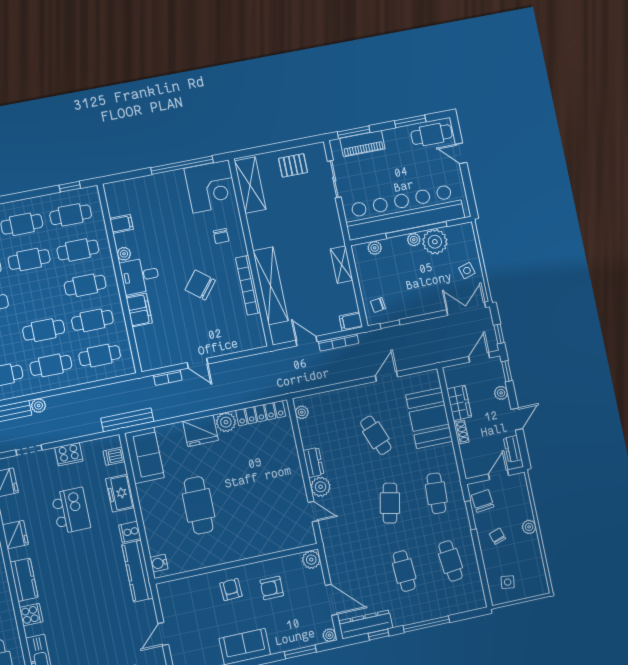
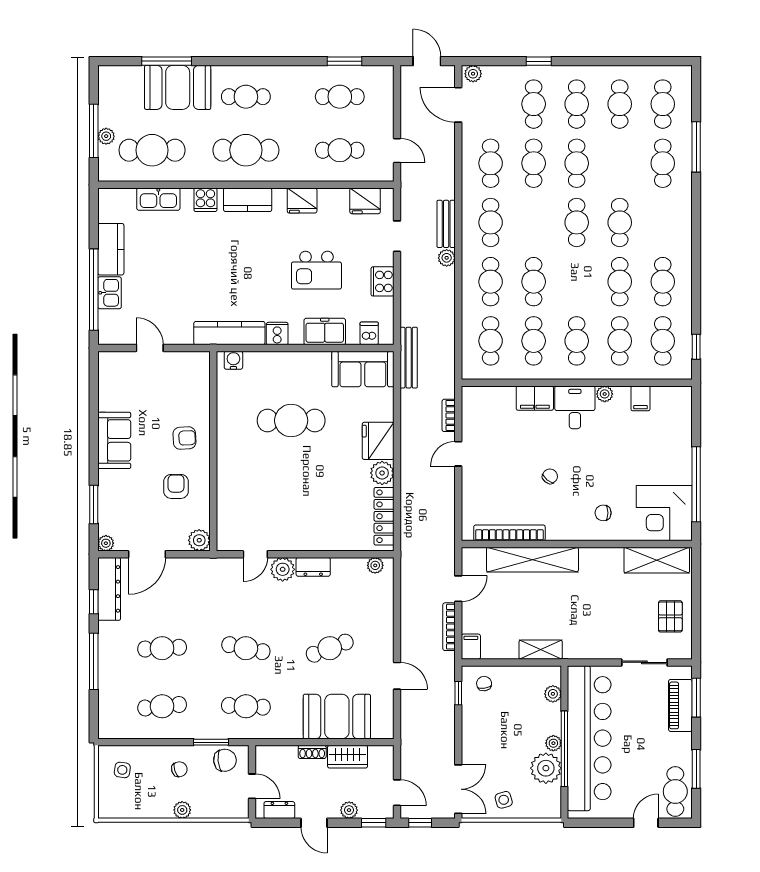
chair: (200, 285) -> (550, 476), width x0.54, depth x0.54
bookcase: (248, 285) -> (509, 533), moved

